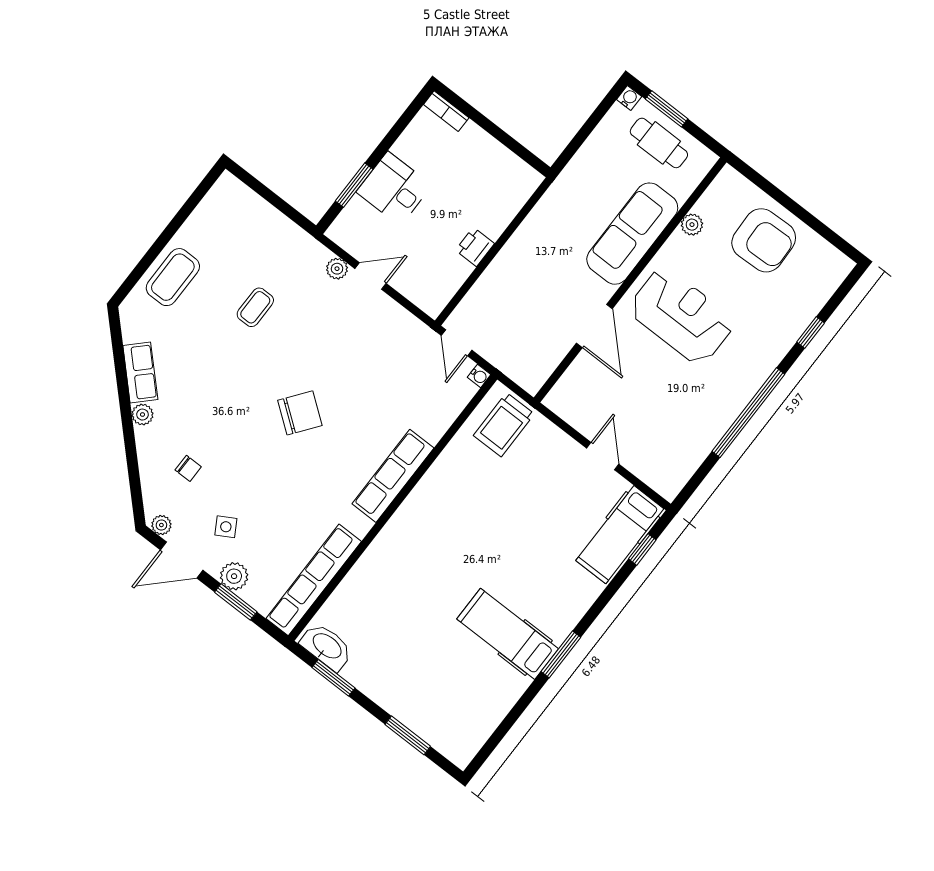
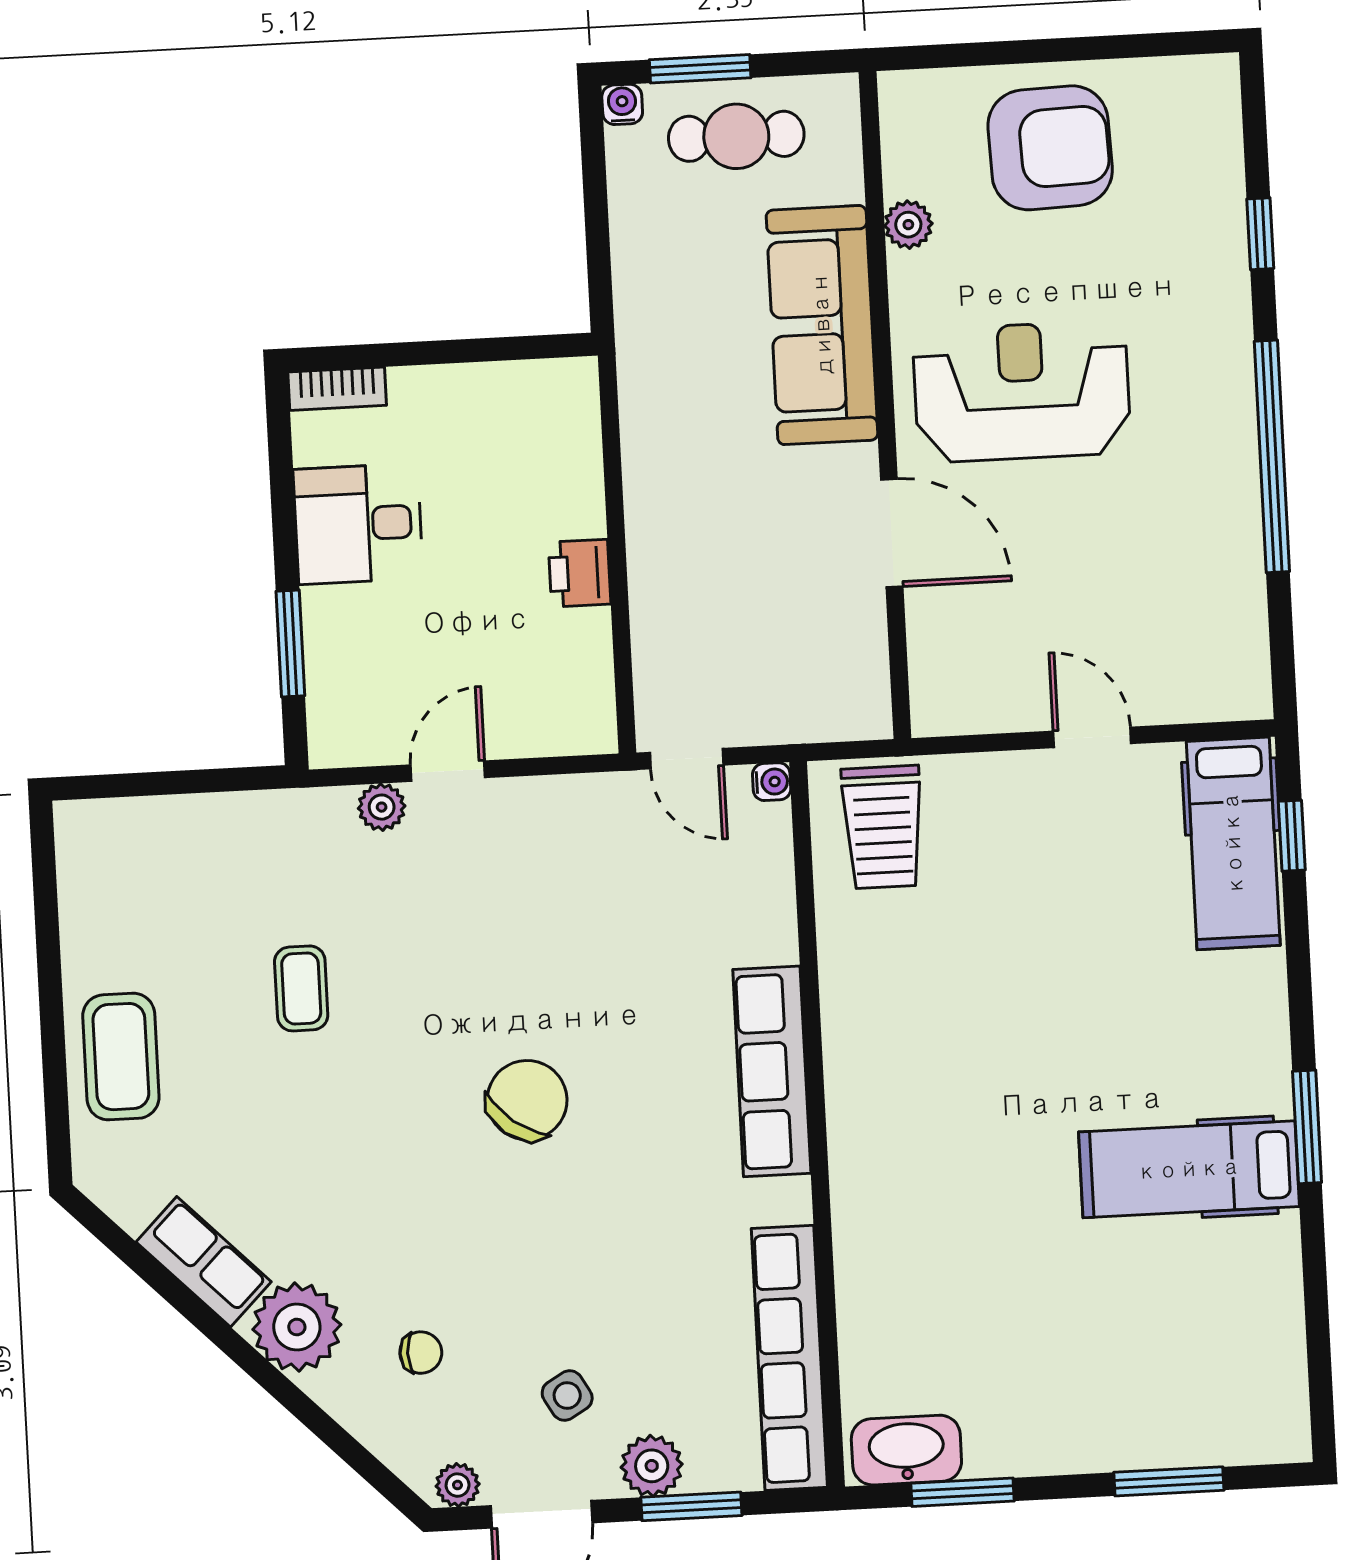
desk: (394, 189) -> (358, 524), moved
plant: (142, 415) -> (297, 1327), width x1.87, depth x1.87

